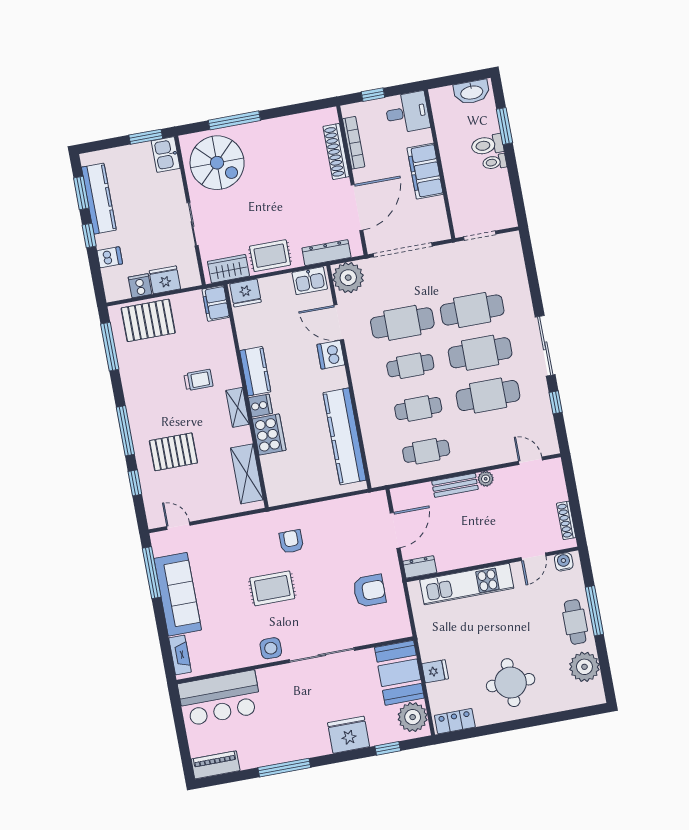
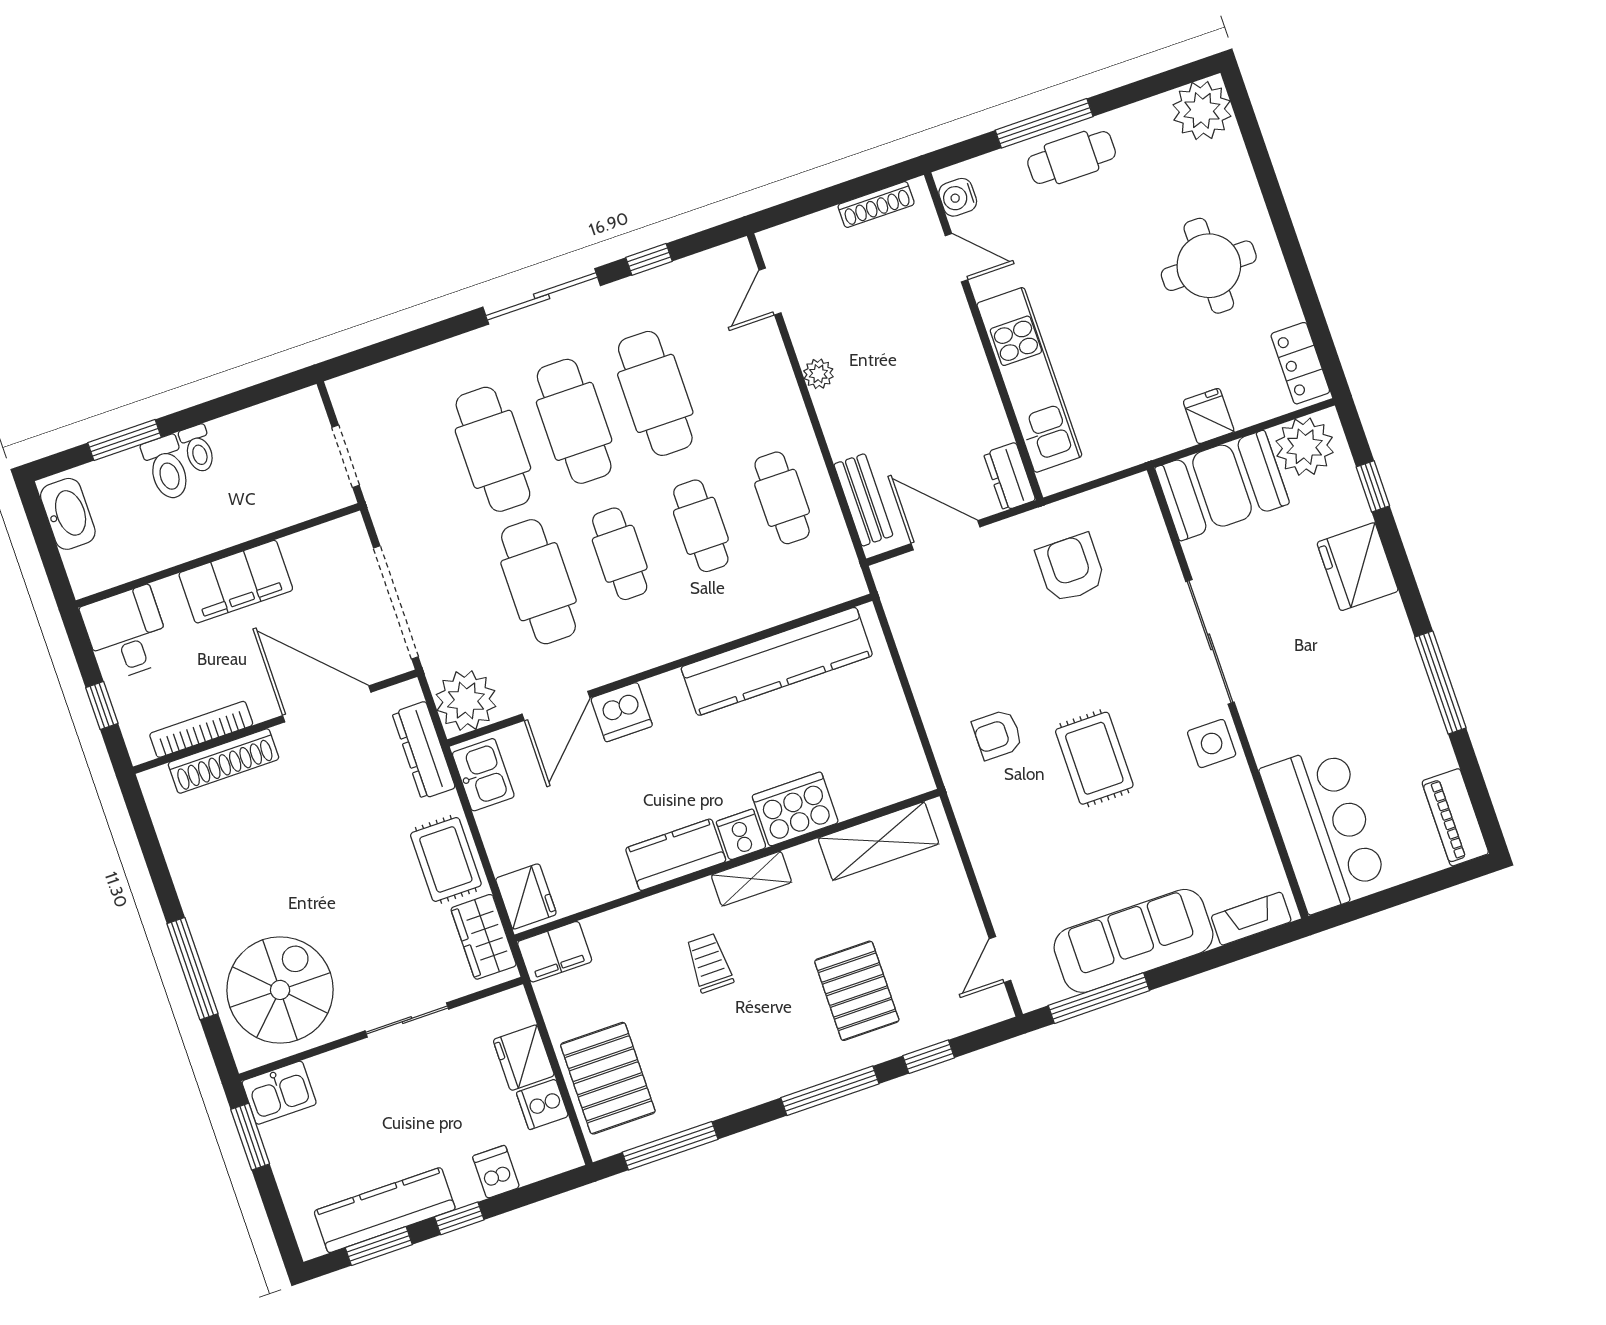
bench: (455, 485) -> (863, 500), moved
plant: (584, 667) -> (1202, 111), moved

